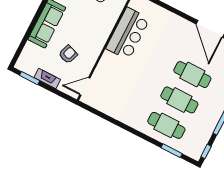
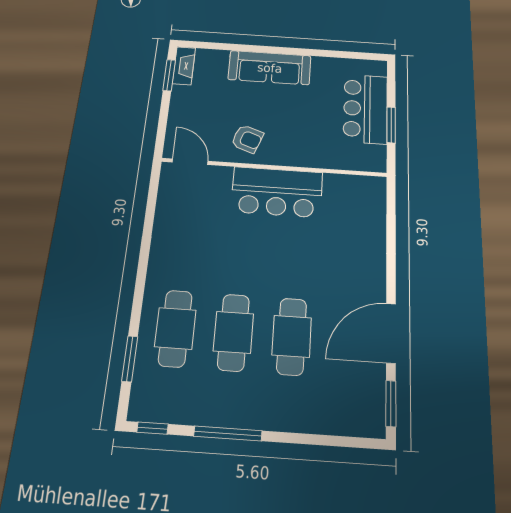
bar counter: (128, 34) -> (277, 192), moved
armchair: (68, 54) -> (247, 139), moved
fireplace: (47, 78) -> (184, 66), moved

